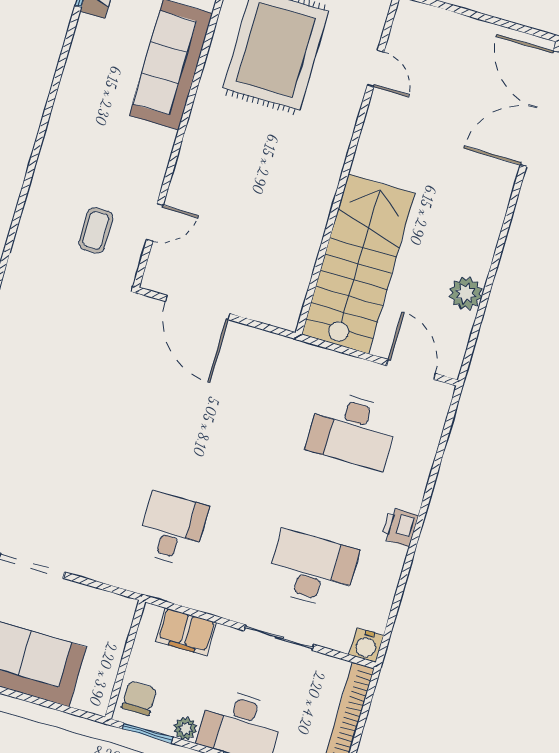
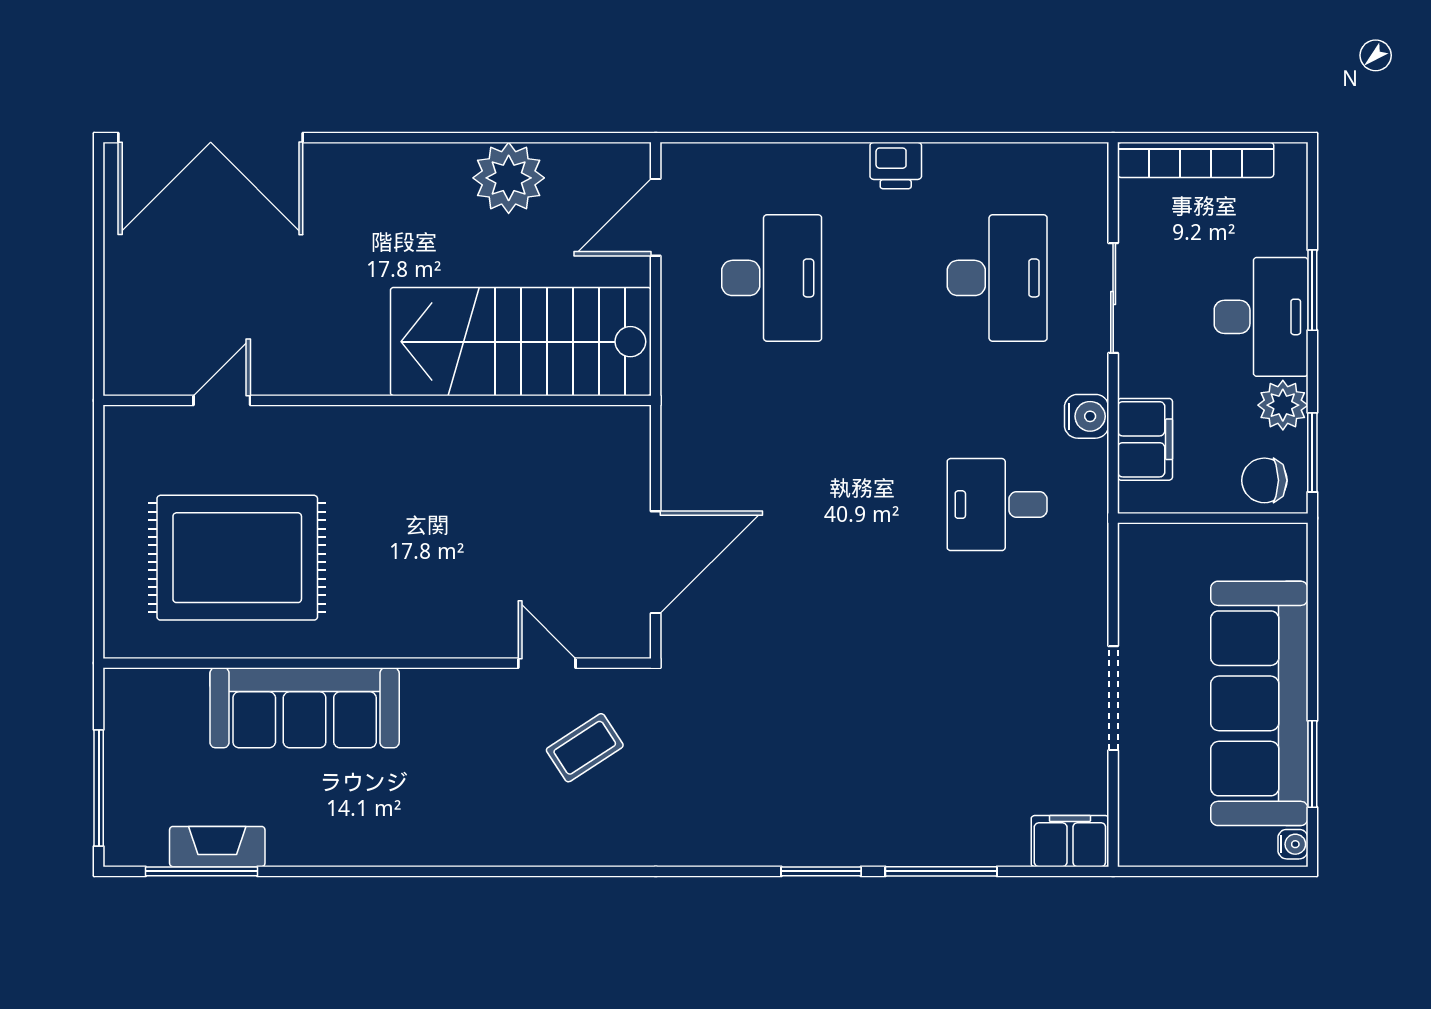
coffee table: (96, 230) -> (585, 748), turned -33
plant: (466, 293) -> (509, 178), width x1.36, depth x1.36
desk: (312, 569) -> (997, 278), turned 180
water cooler: (366, 645) -> (1087, 416), moved
plant: (185, 729) -> (1283, 405), width x1.38, depth x1.38

